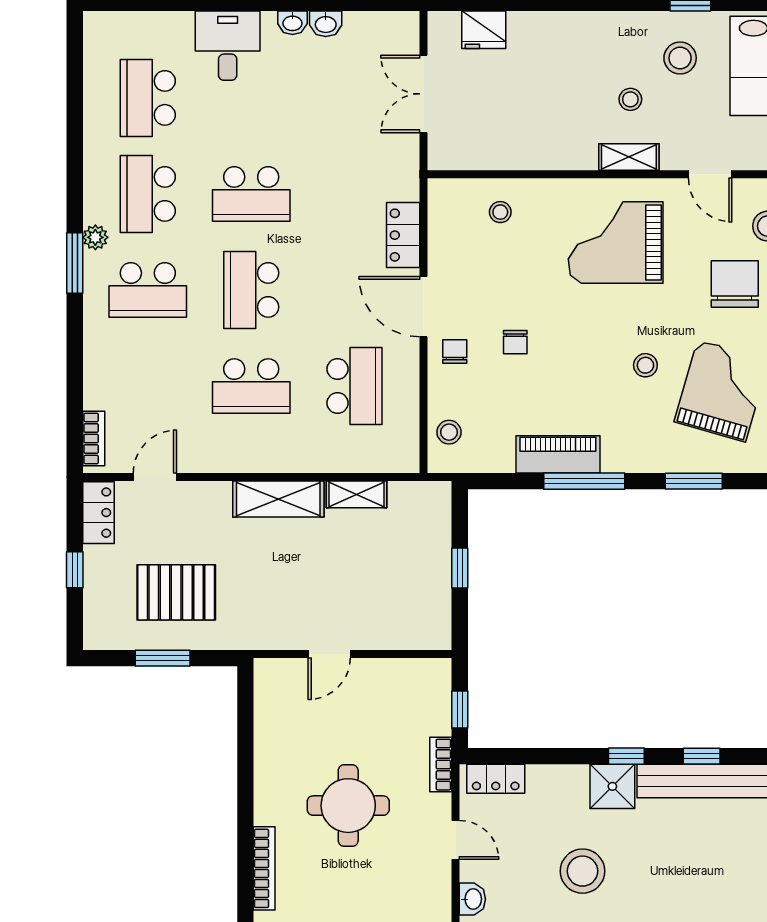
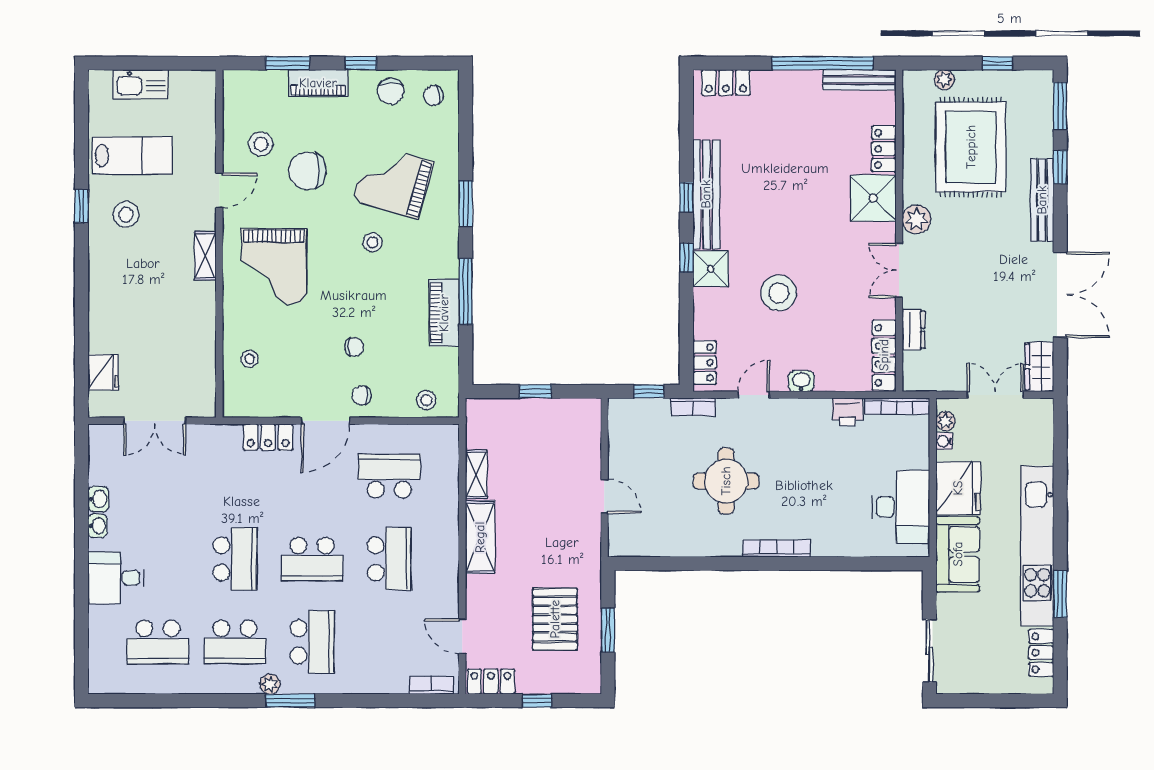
stool: (630, 99) -> (159, 254), removed

